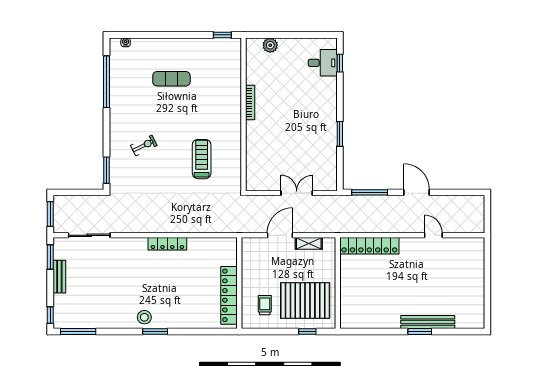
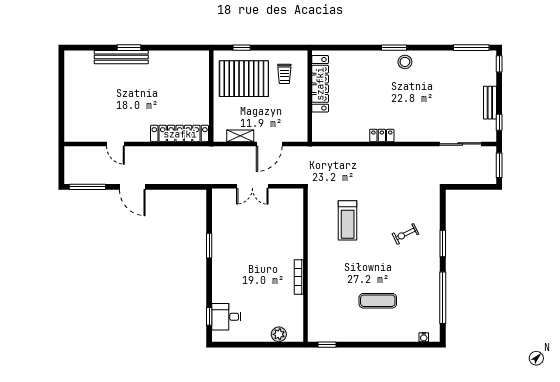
window: (107, 170) -> (443, 243), moved
window: (370, 192) -> (87, 187), moved
locker: (167, 244) -> (382, 135), width x0.66
window: (50, 257) -> (499, 122), width x0.67

